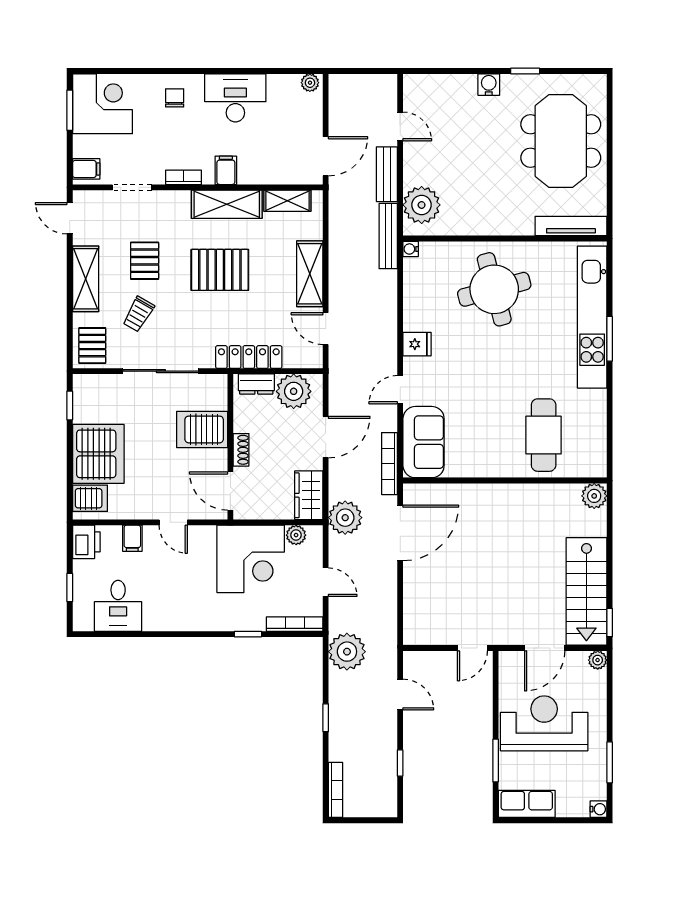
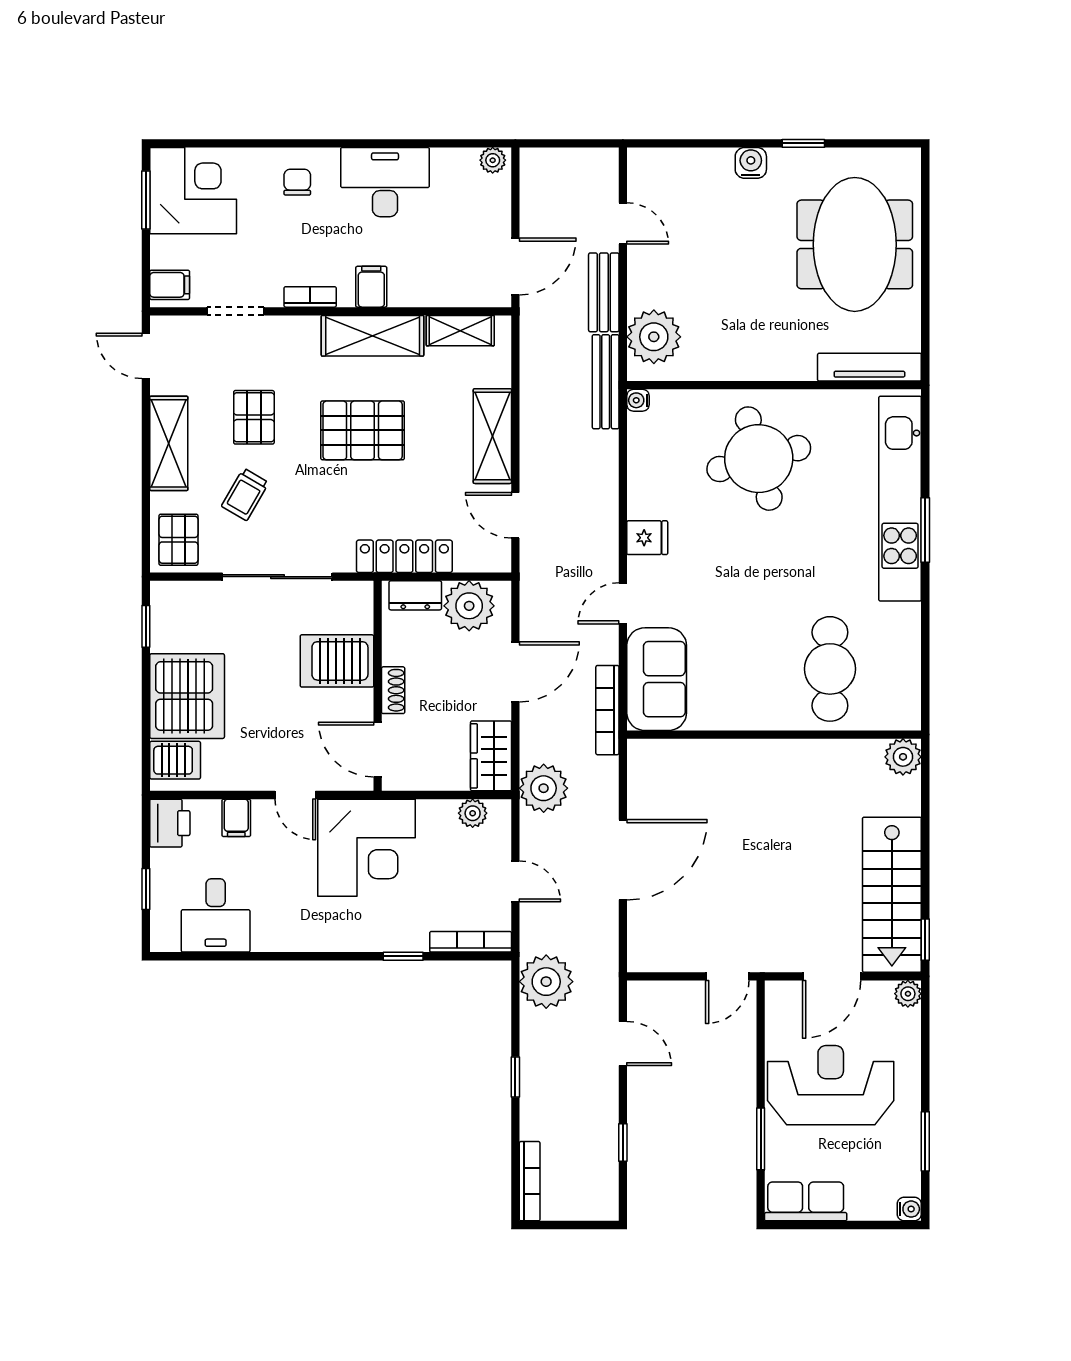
door: (400, 533) -> (623, 860), moved
corner desk: (251, 559) -> (367, 848), moved

